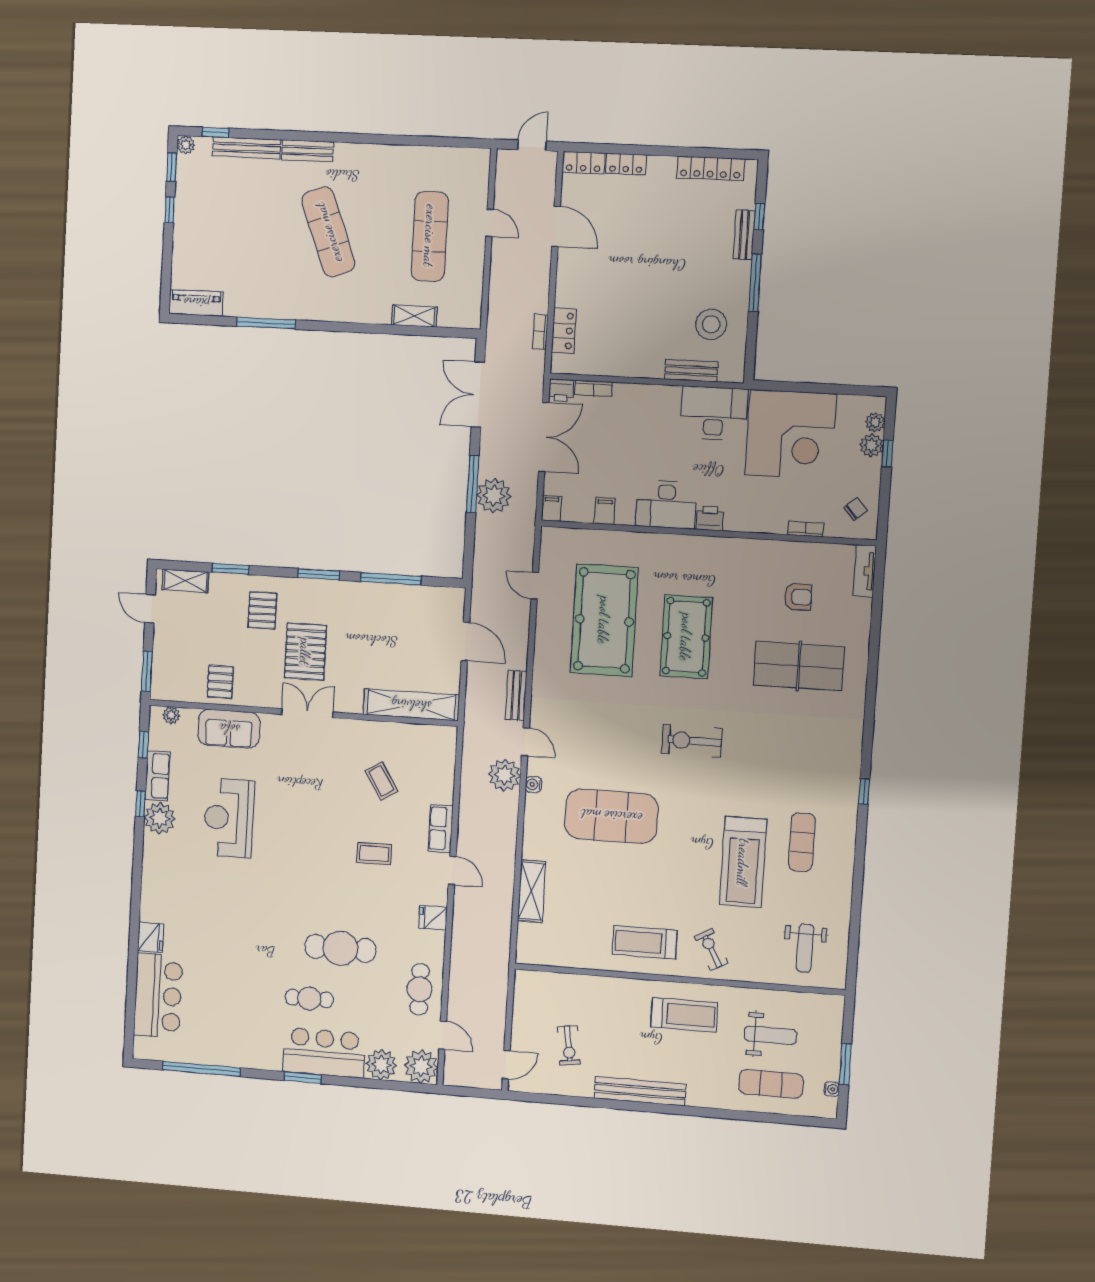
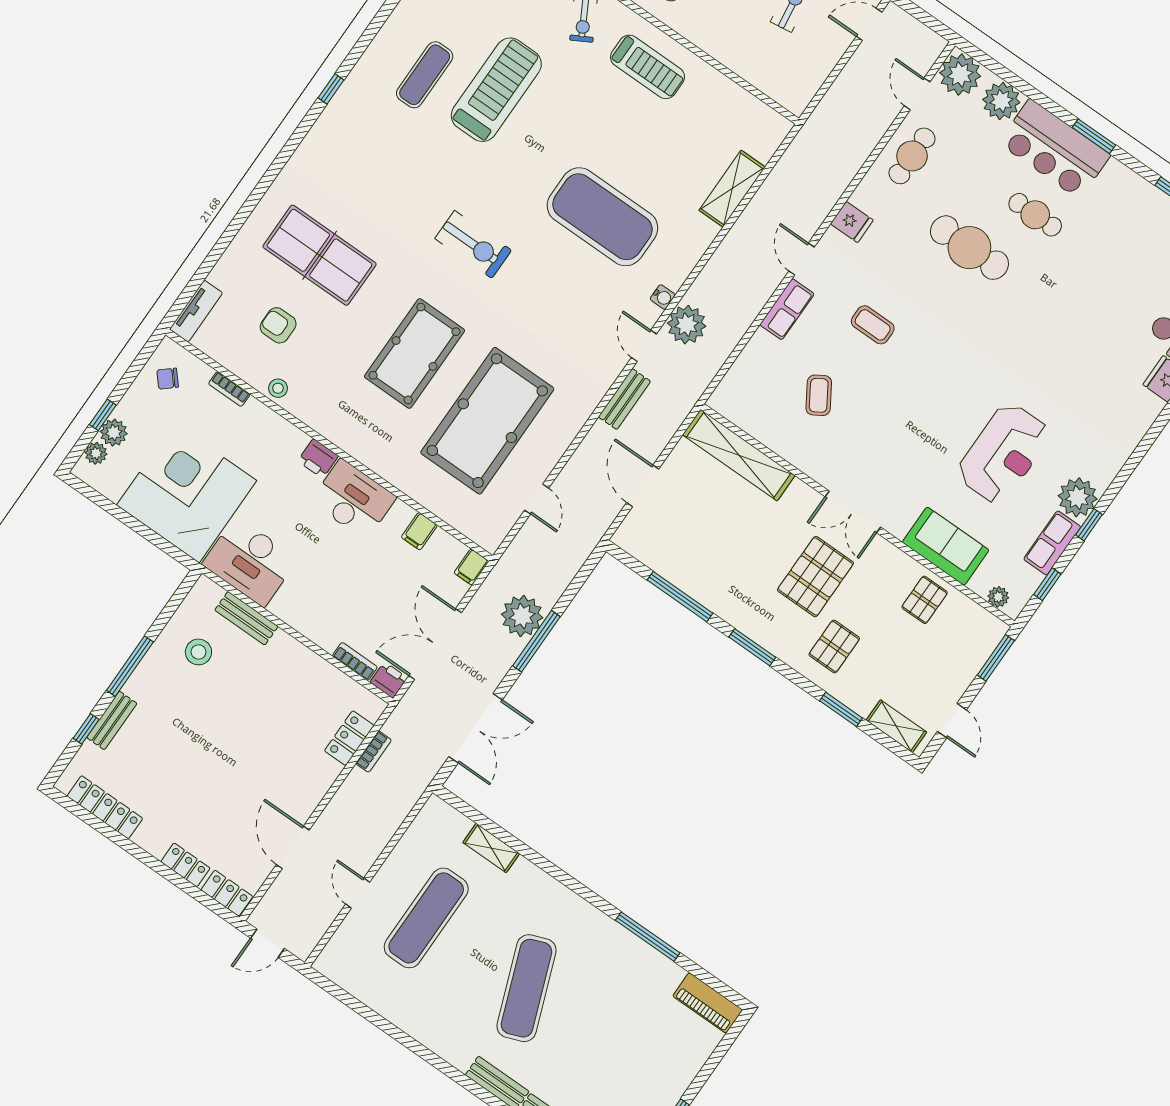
stool: (711, 324) -> (198, 652), width x0.73, depth x0.73
stool: (770, 551) -> (278, 388), added

